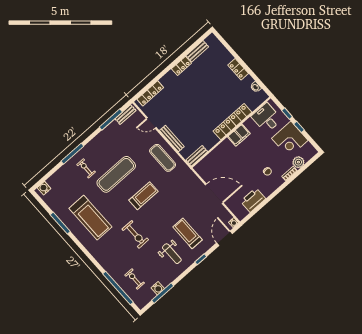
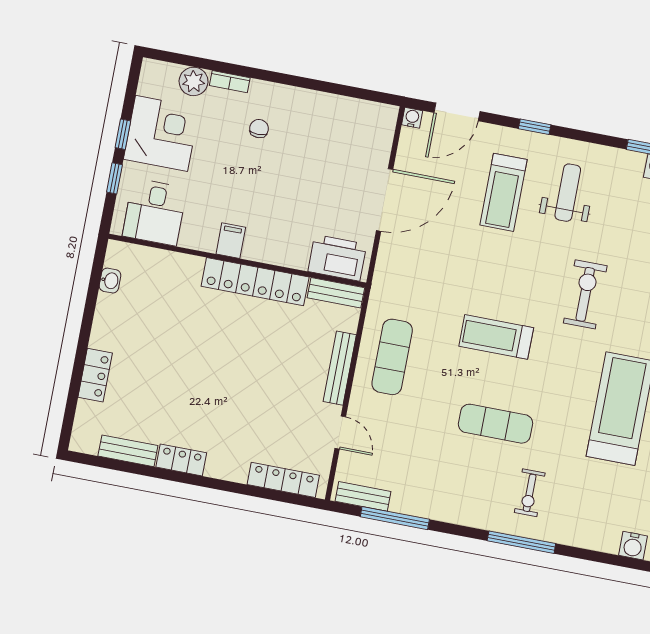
locker: (238, 69) -> (95, 375), moved
locker: (232, 122) -> (255, 282), moved
filing cabinet: (239, 135) -> (231, 241), width x0.50
exercise mat: (116, 174) -> (496, 424), width x0.73, depth x0.69
door: (214, 194) -> (385, 200), swing flipped
printer: (253, 200) -> (337, 258), moved, turned 180

